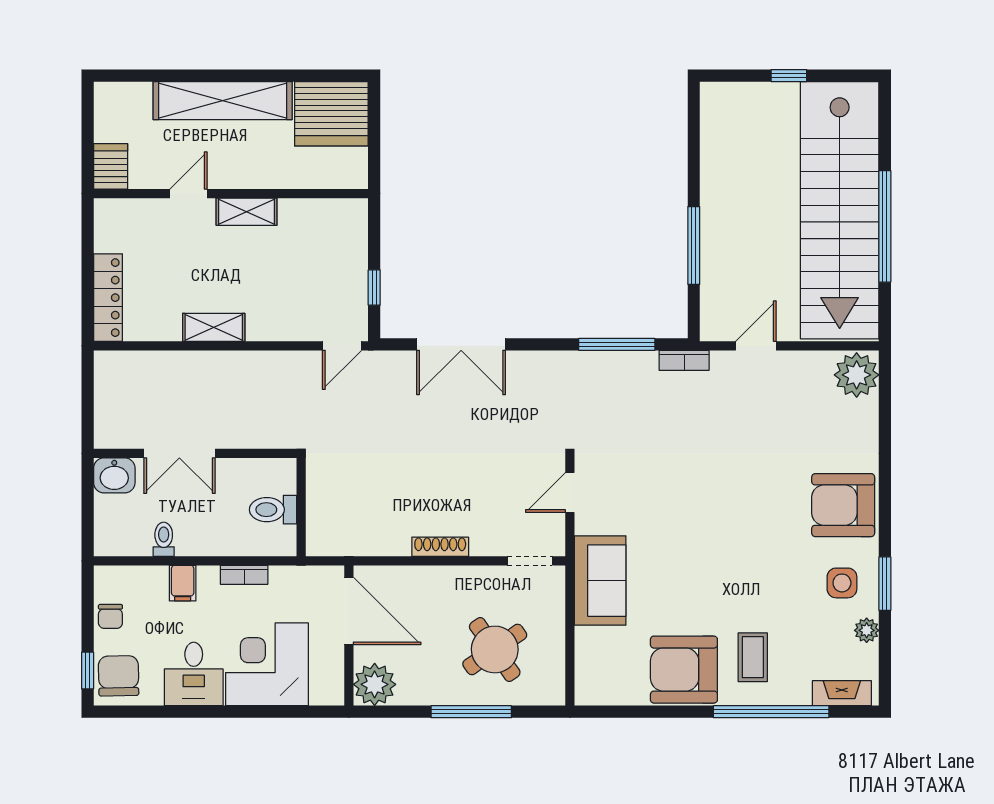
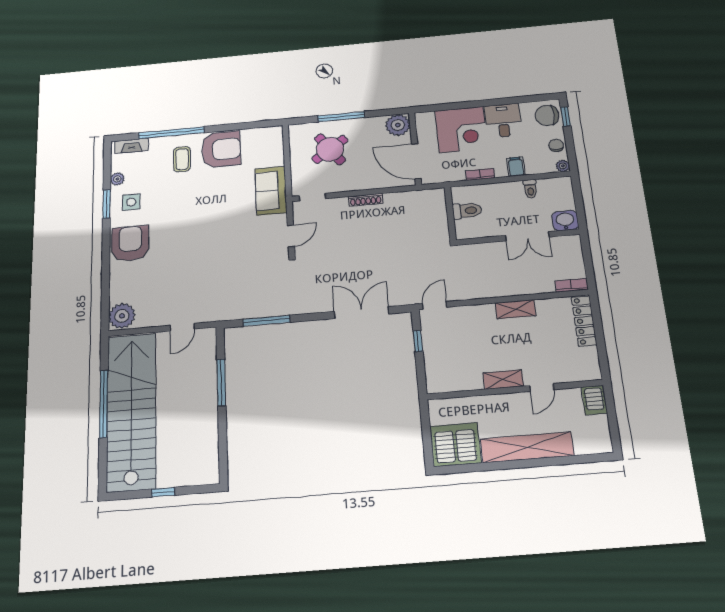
bookcase: (684, 360) -> (571, 285), moved
double door: (179, 453) -> (527, 236), swing flipped
armchair: (843, 505) -> (130, 243), turned -90
plant: (105, 577) -> (563, 166), added
chair: (119, 676) -> (547, 115), turned 91

